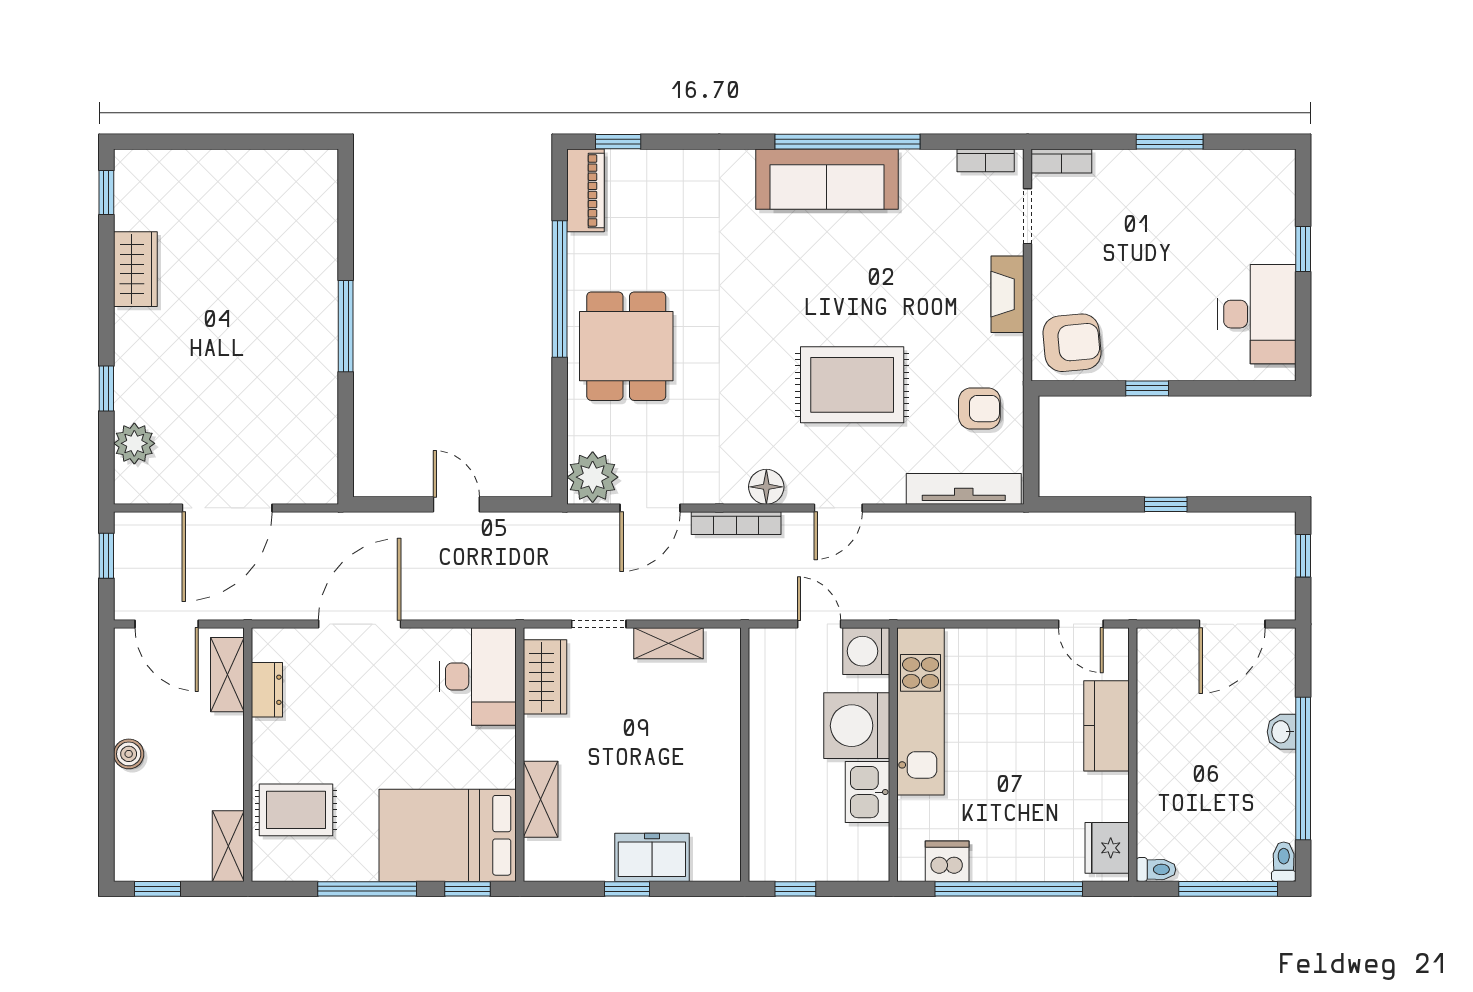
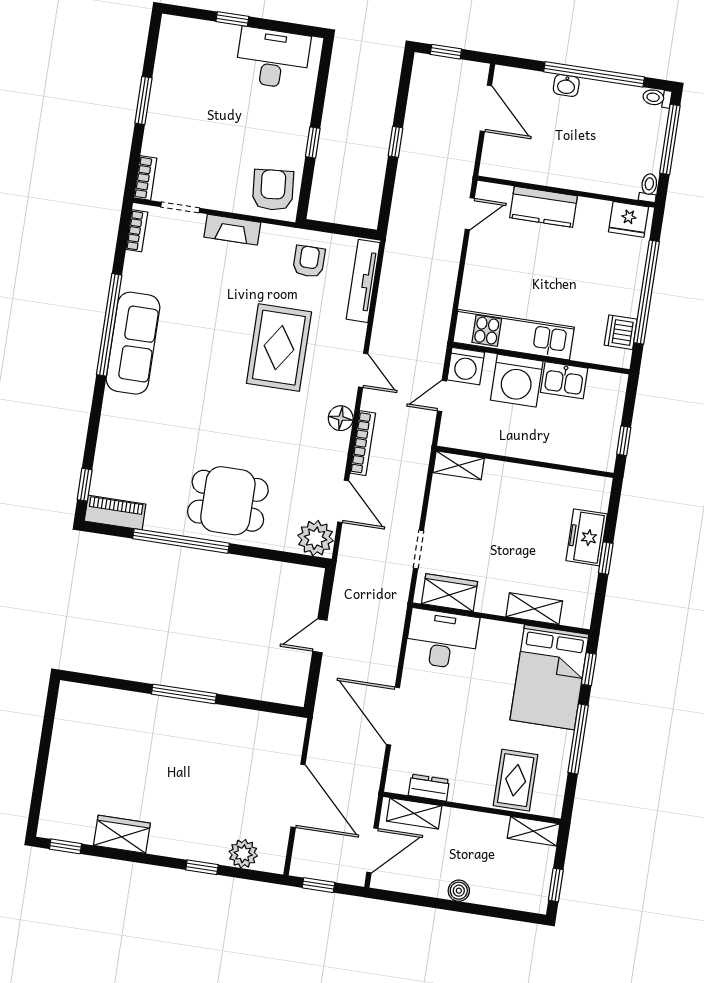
shelving: (668, 643) -> (459, 465), moved, turned 90

